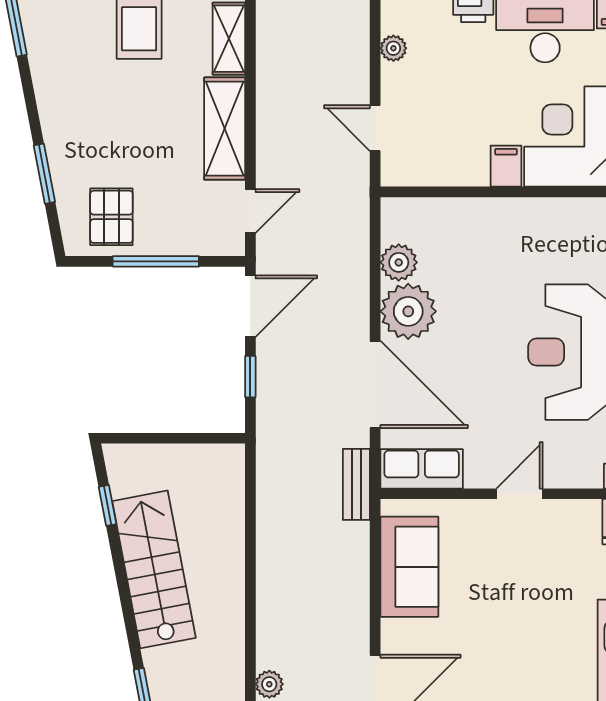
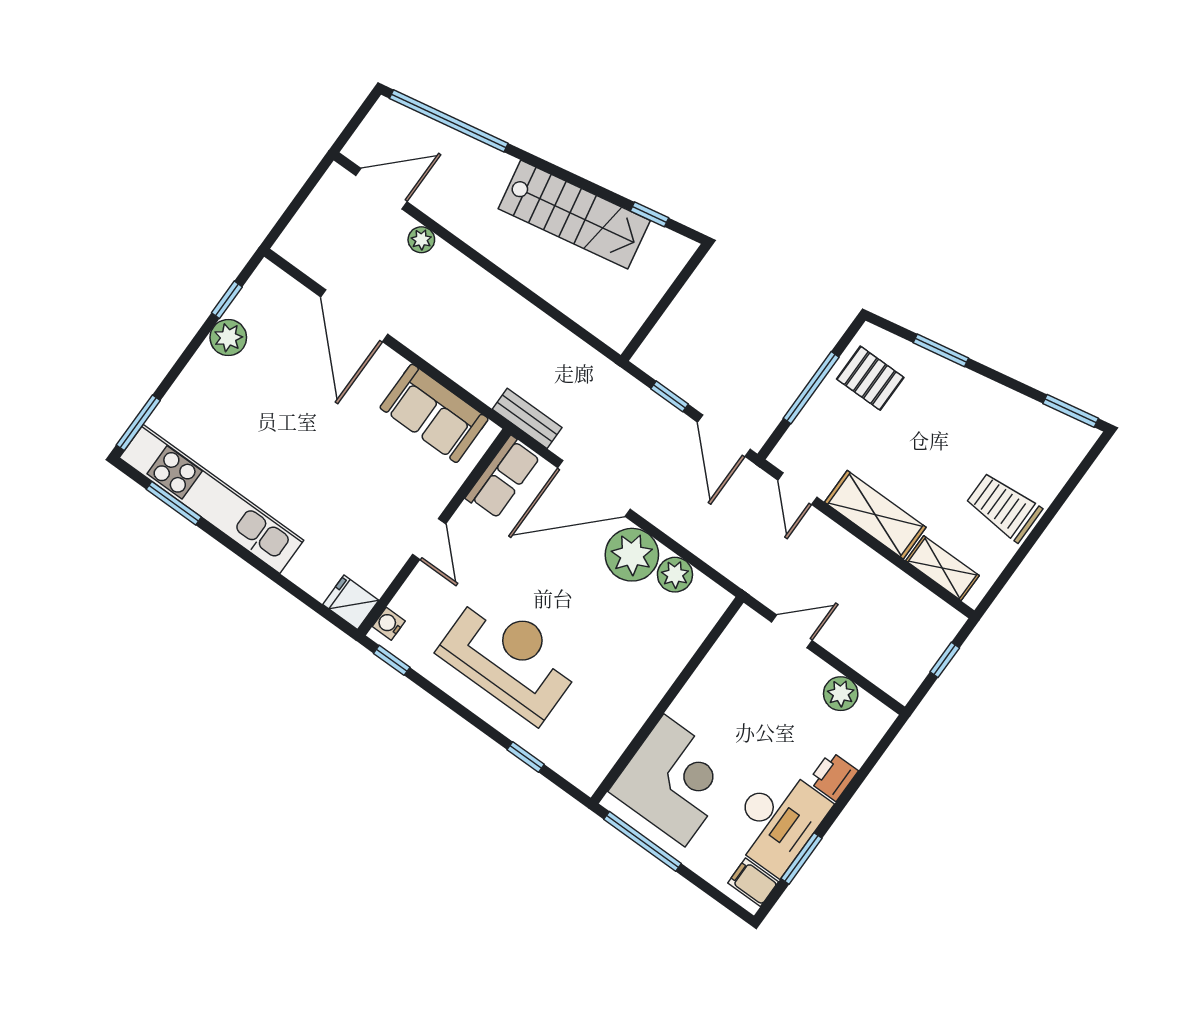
plant: (393, 48) -> (841, 694), width x1.38, depth x1.38
filing cabinet: (506, 166) -> (690, 711), removed

